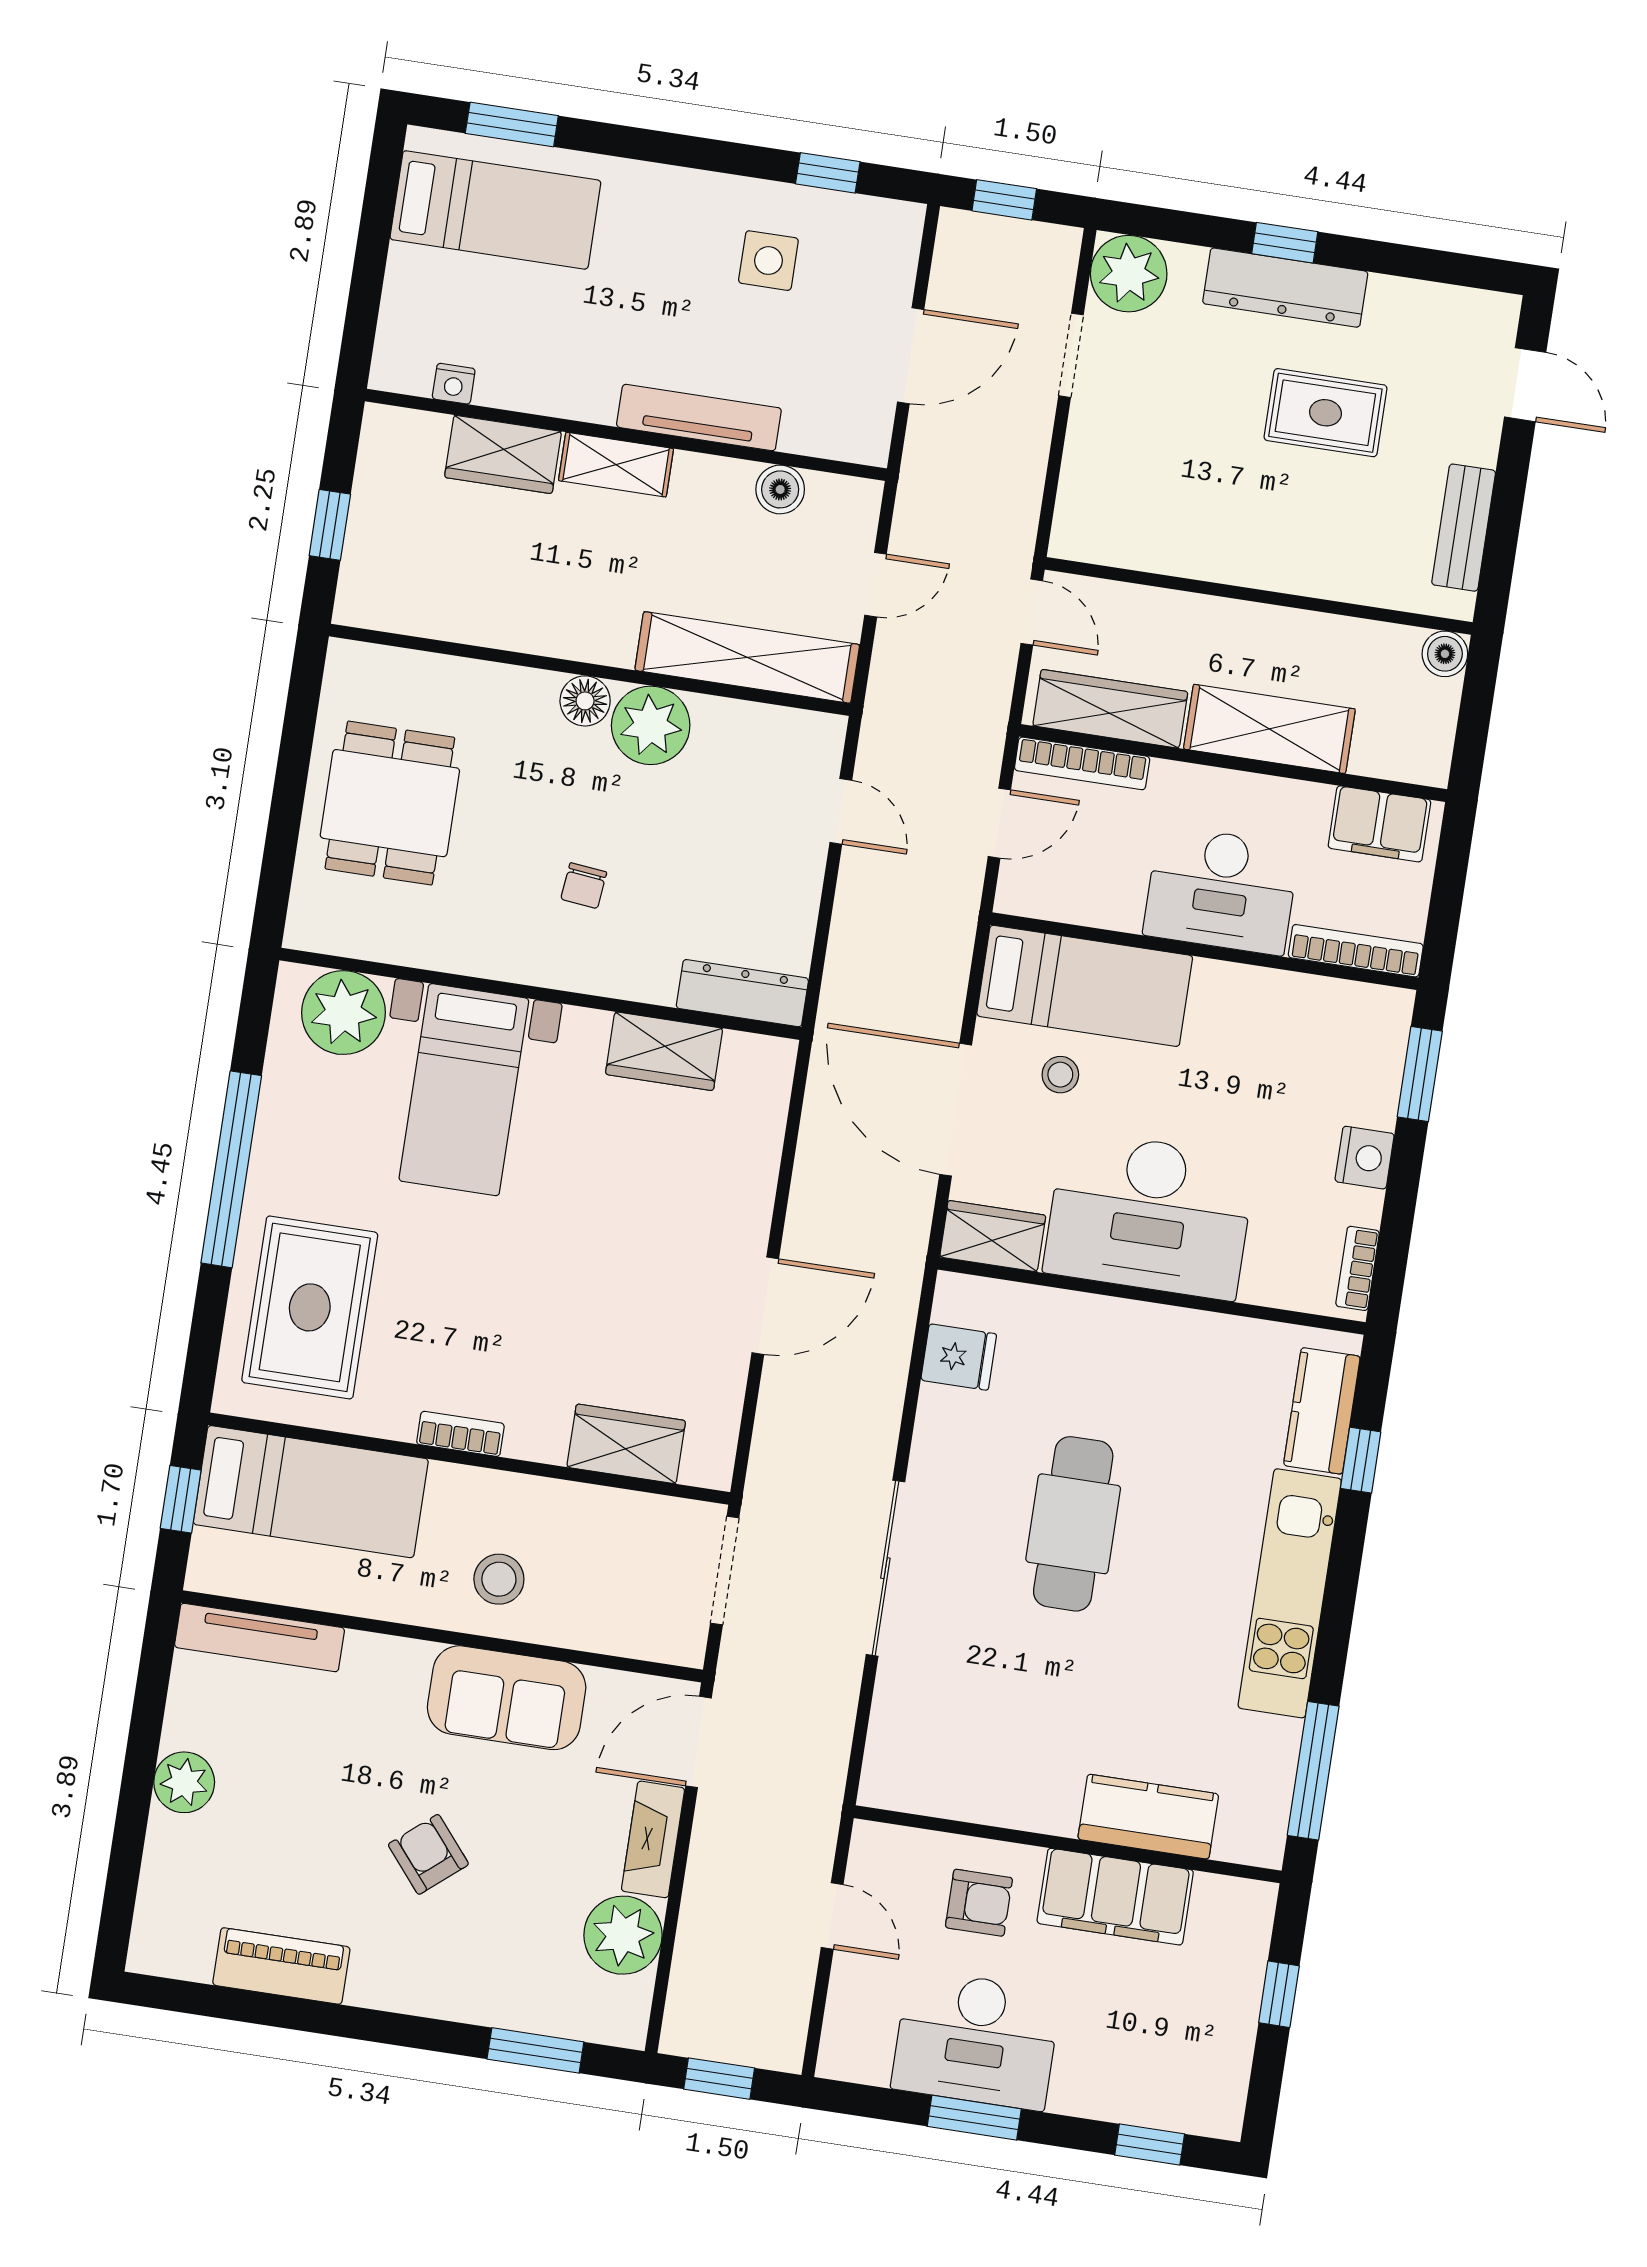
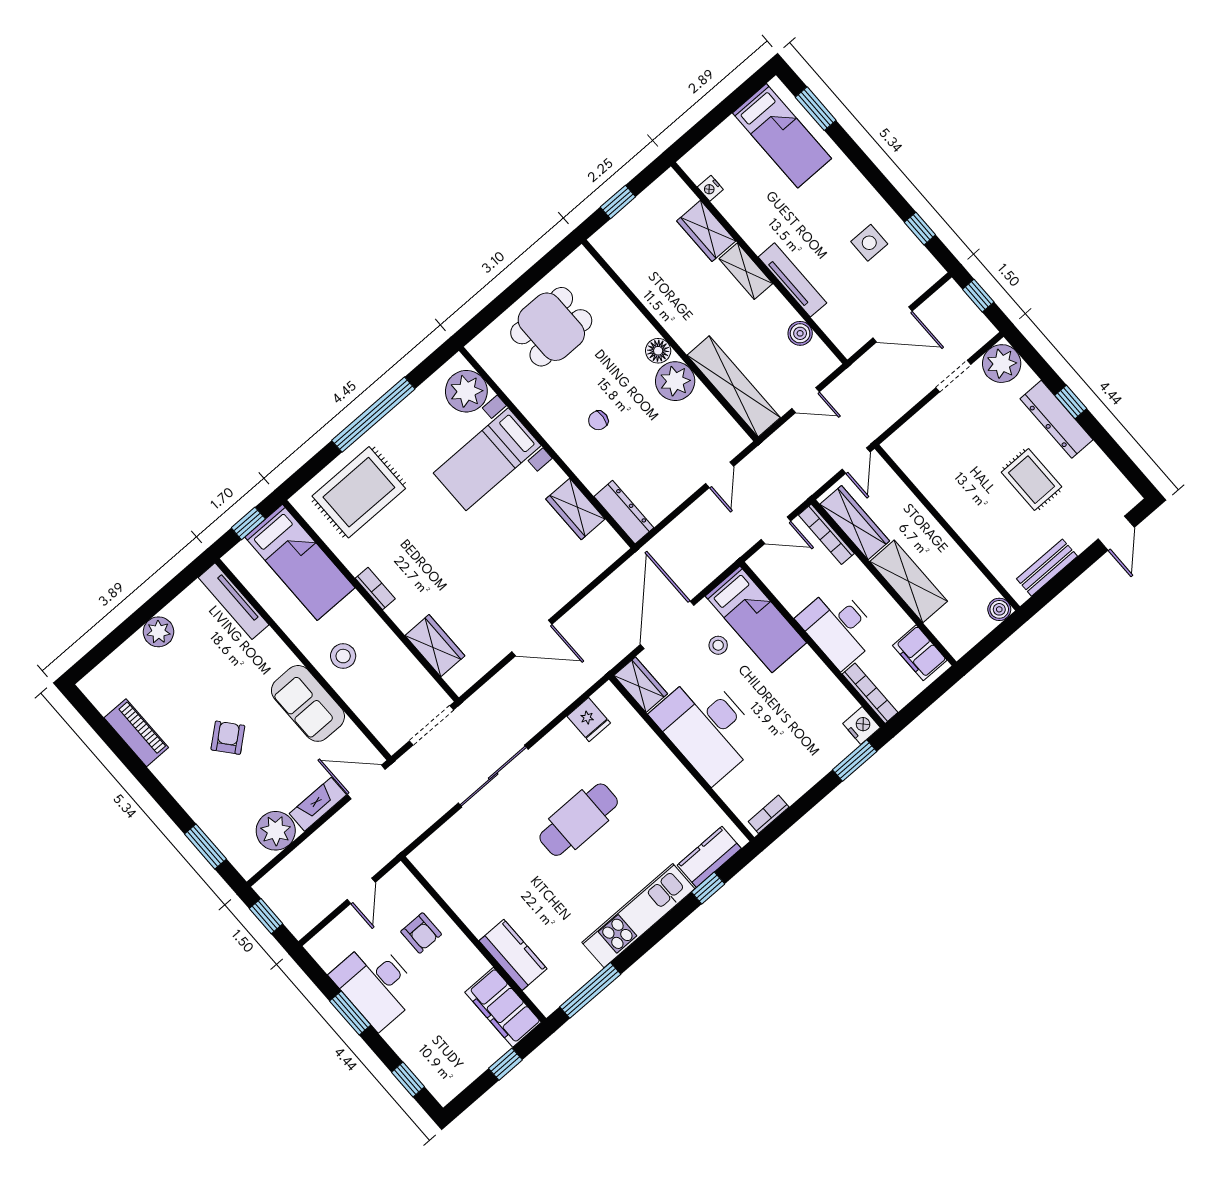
nightstand: (1365, 1158) -> (861, 726), moved, turned -90
filing cabinet: (1115, 1897) -> (503, 1007), moved

